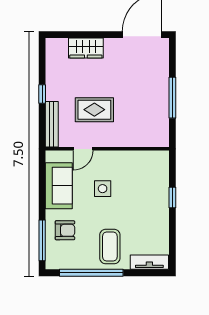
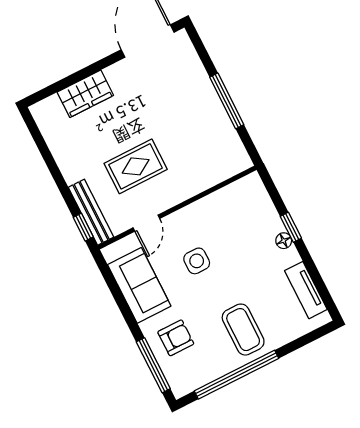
window: (42, 94) -> (83, 227), moved
floor lamp: (164, 204) -> (284, 241), added
tv unit: (149, 262) -> (306, 290), moved, turned -90

